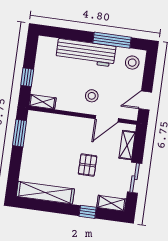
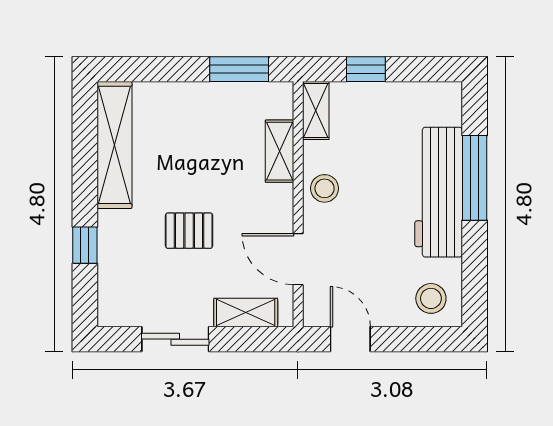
window: (112, 40) -> (475, 178), moved
stool: (92, 96) -> (325, 188), moved
shelving: (111, 203) -> (279, 151), moved

